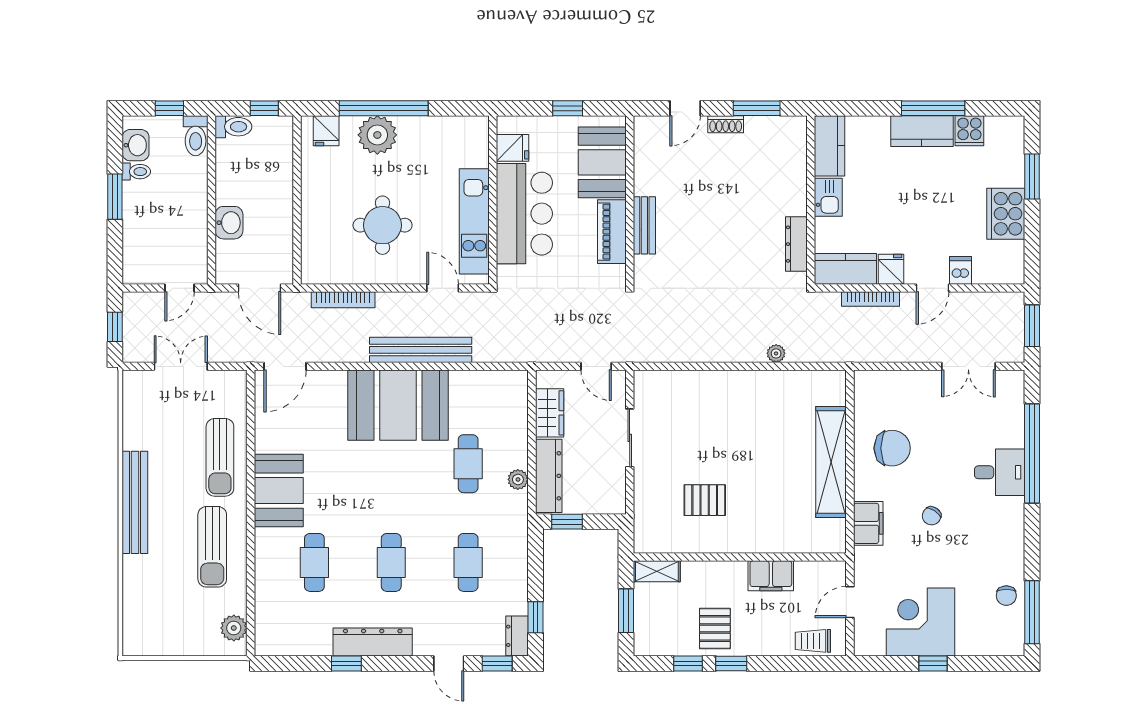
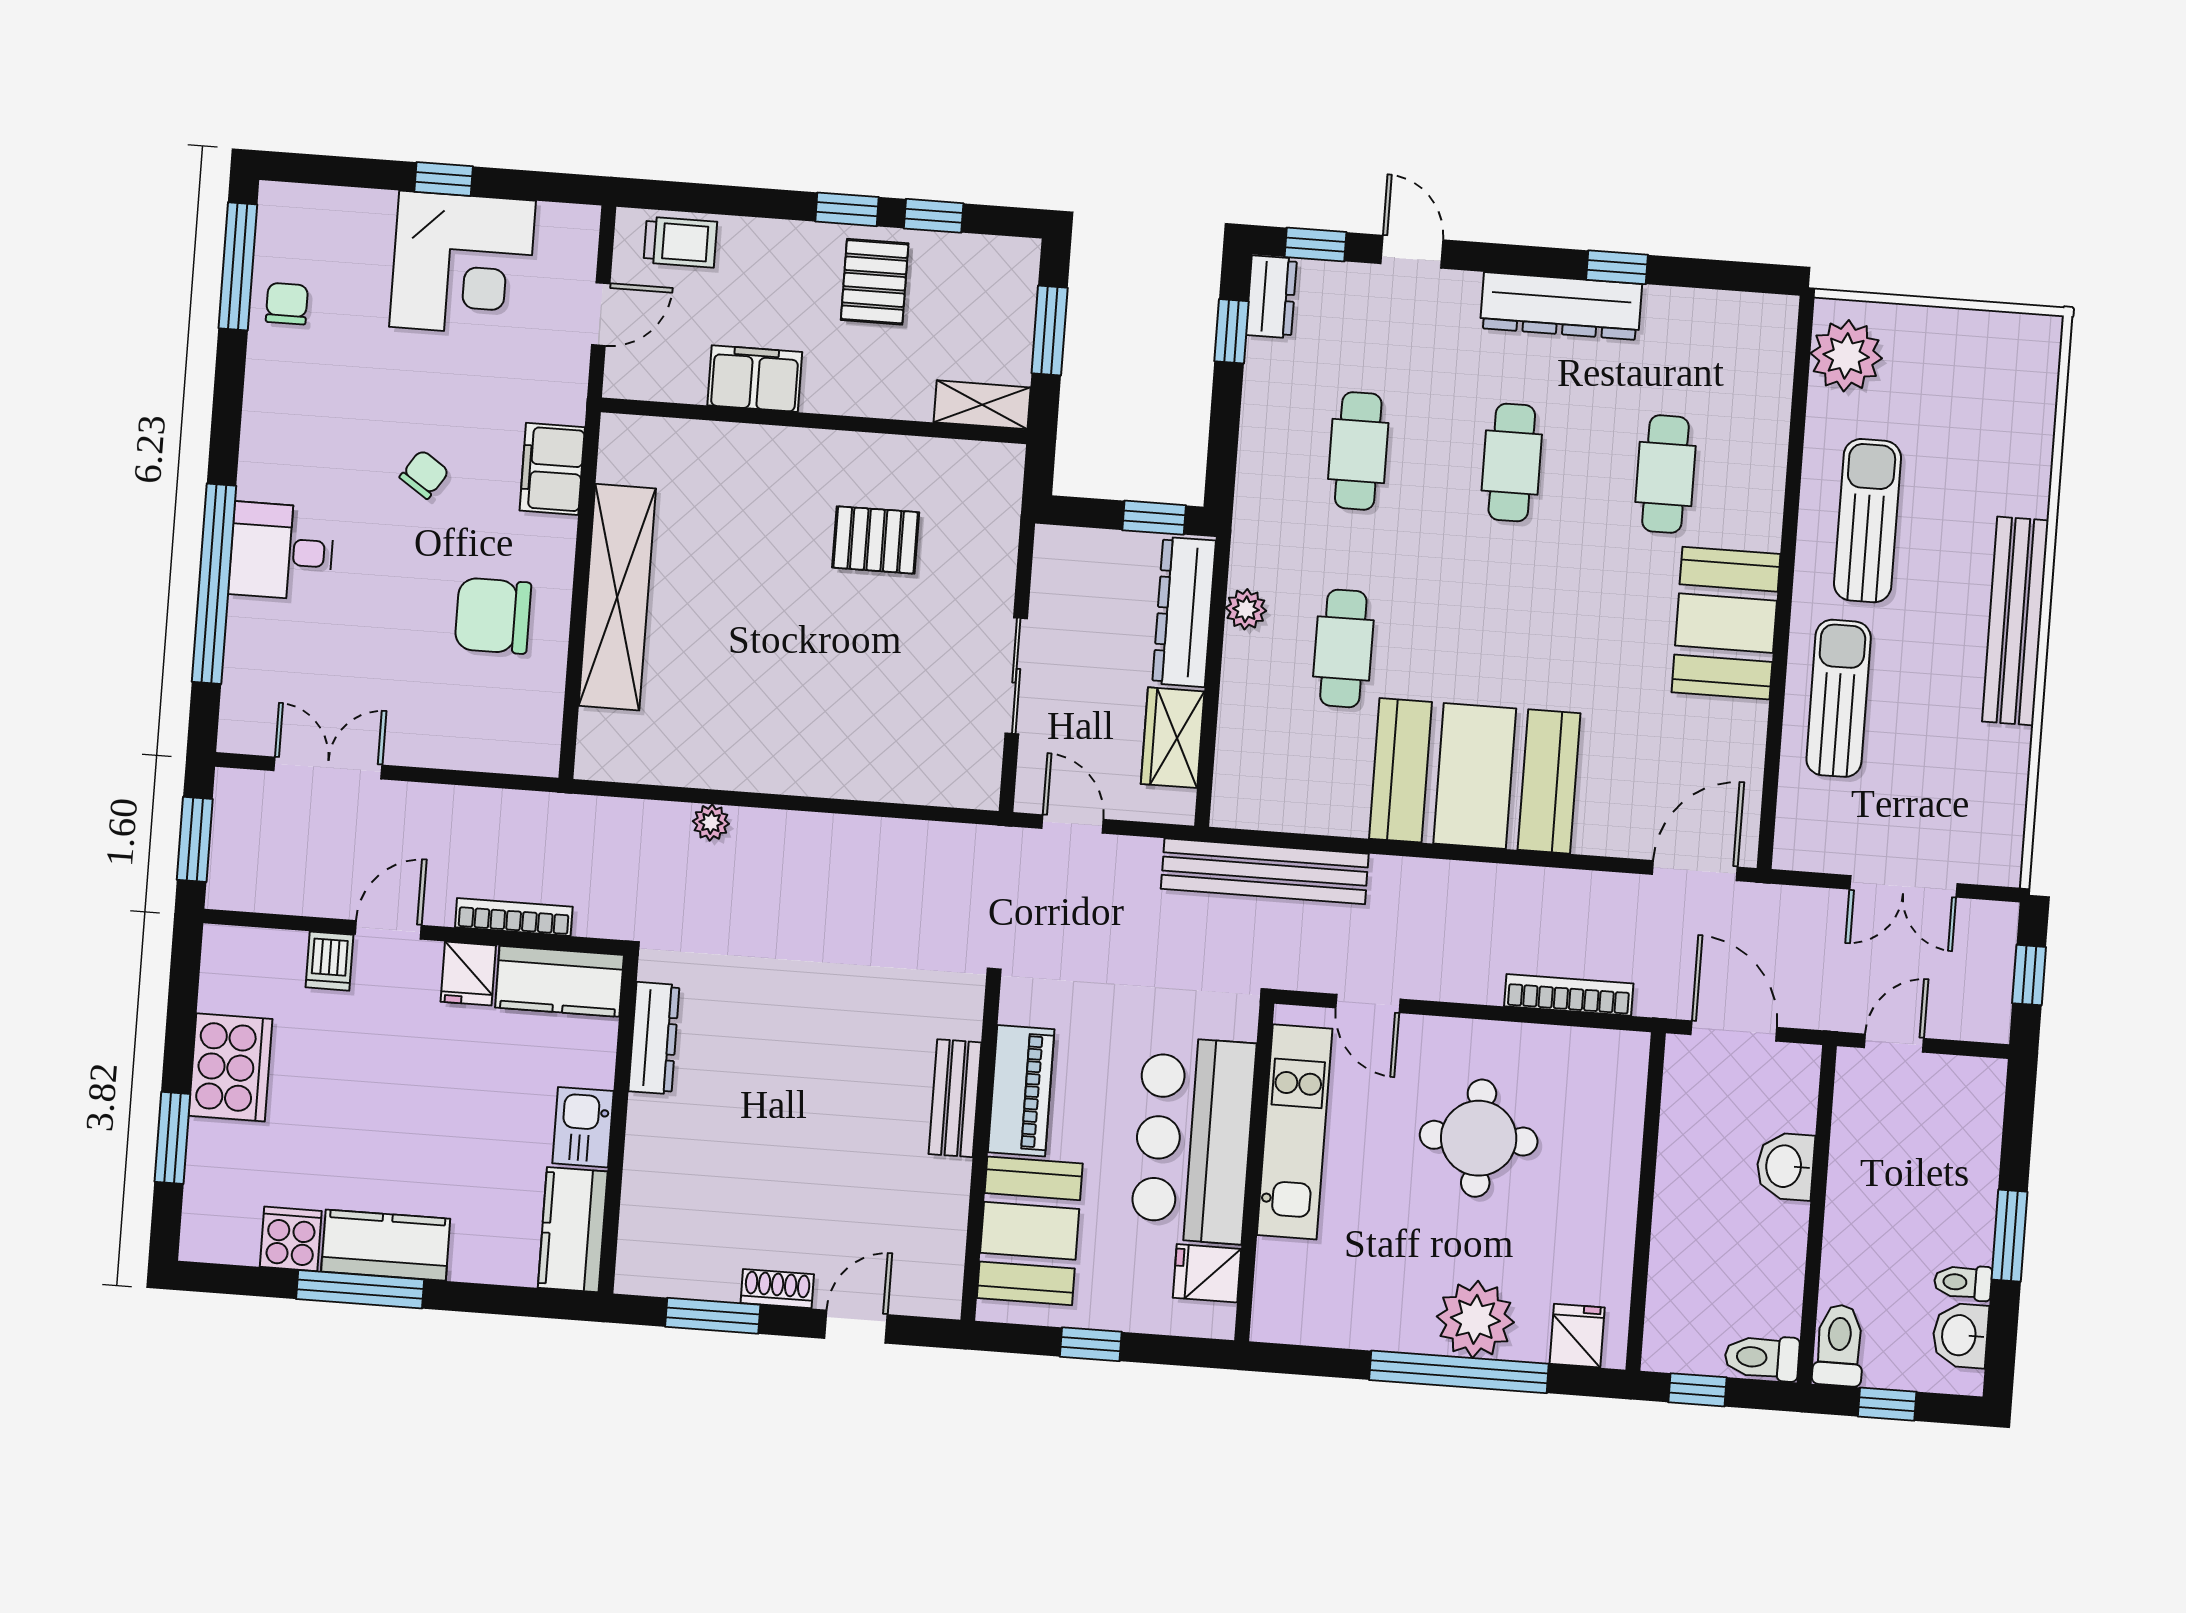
bench: (421, 350) -> (1265, 871), moved
plant: (234, 628) -> (1846, 356), width x1.36, depth x1.36

